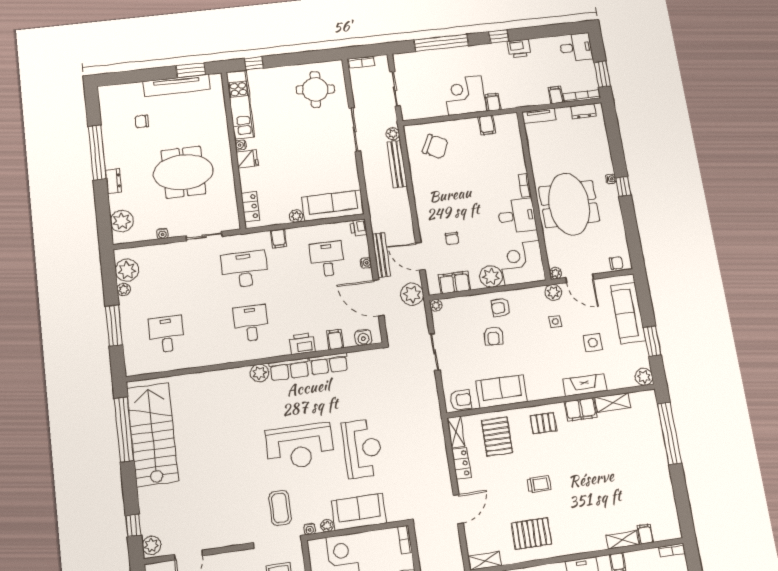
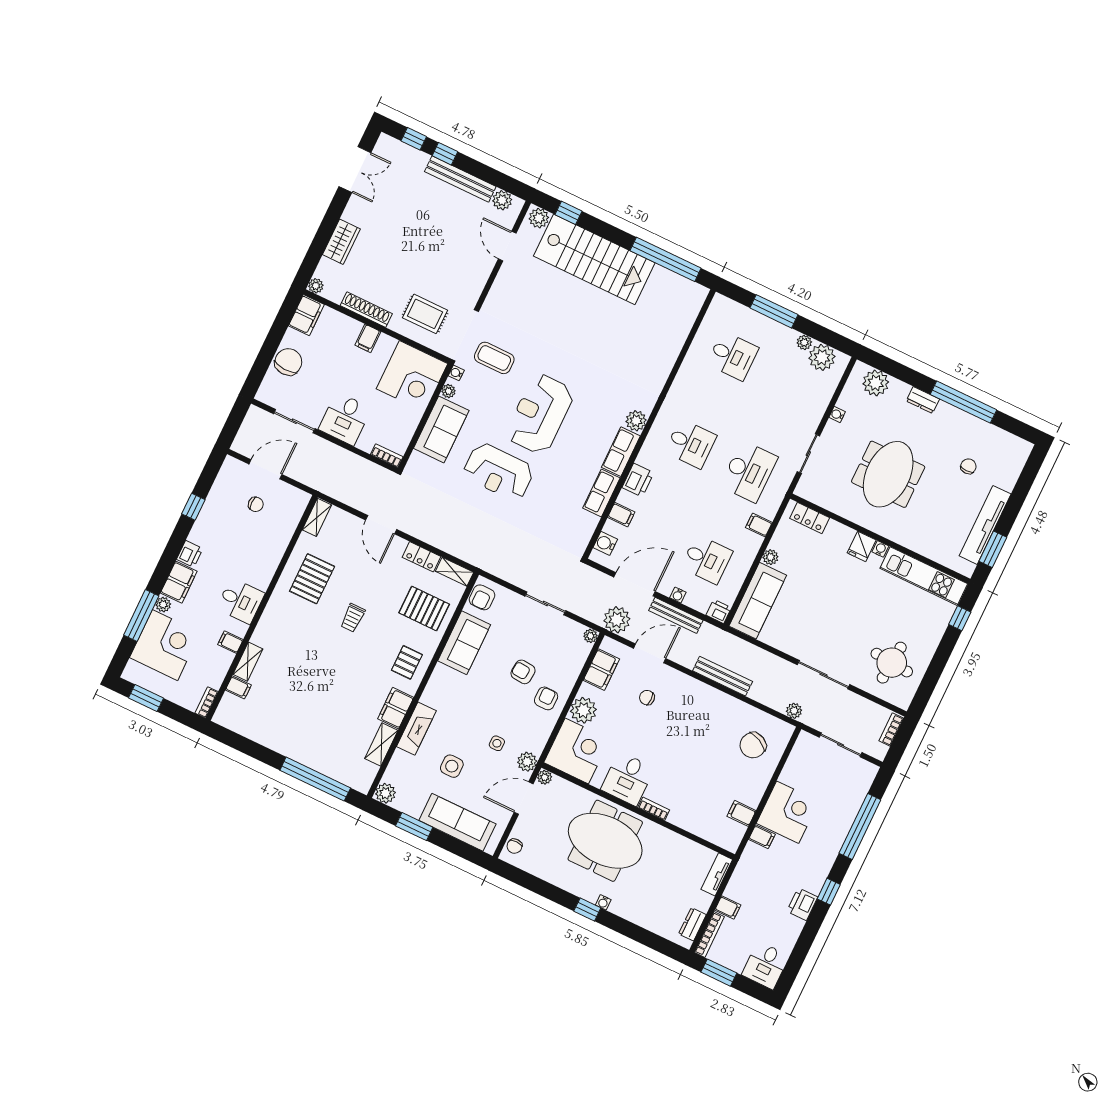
bench: (397, 164) -> (723, 676), moved
stairs: (152, 435) -> (594, 259), moved

